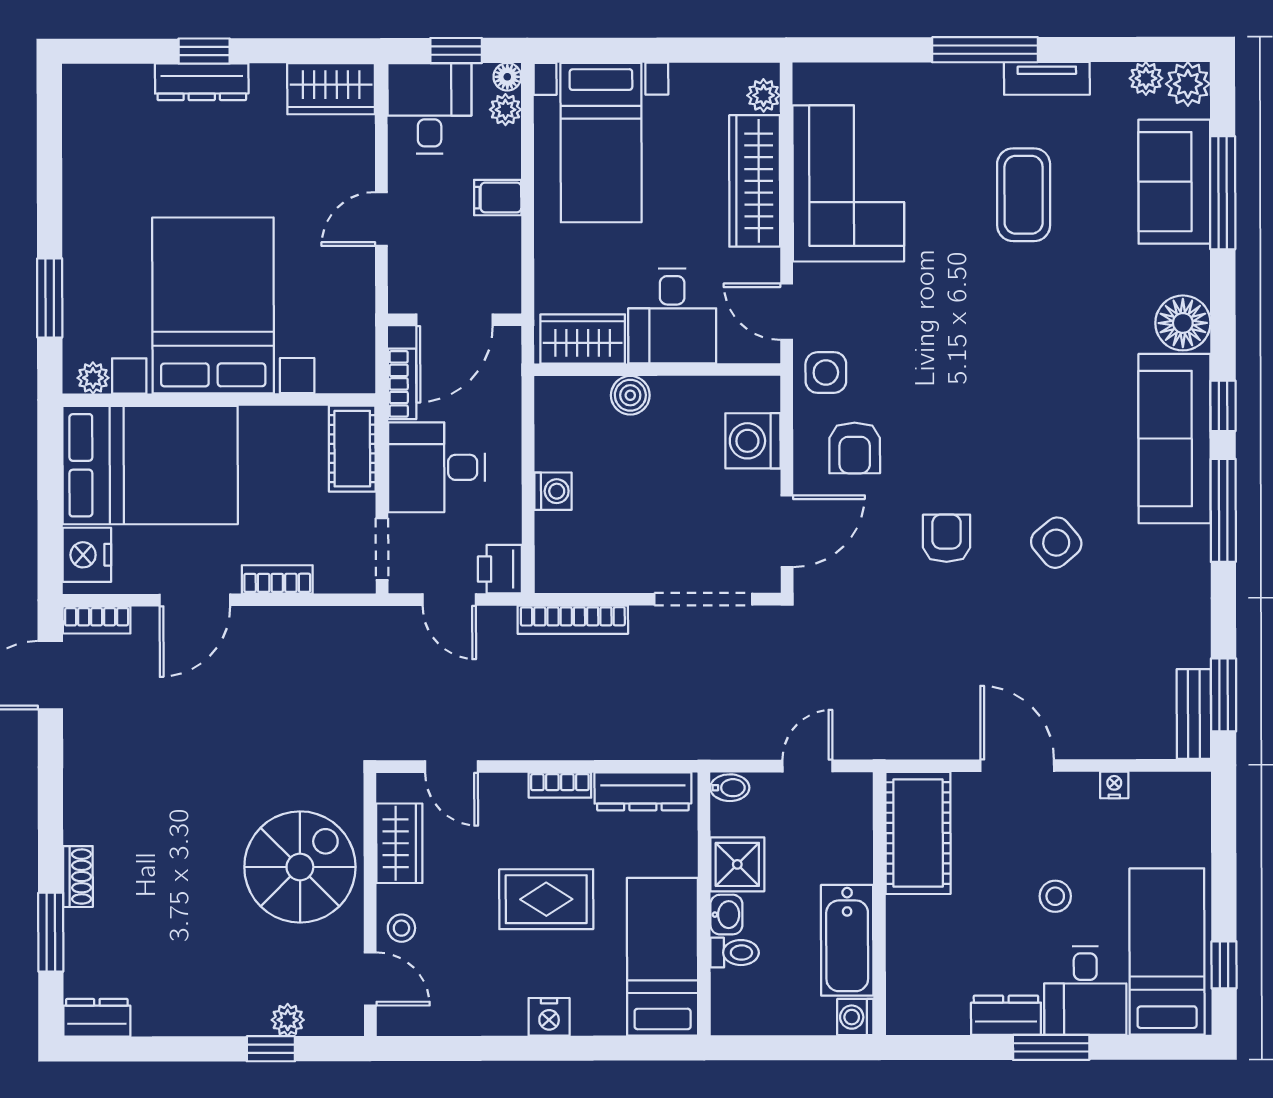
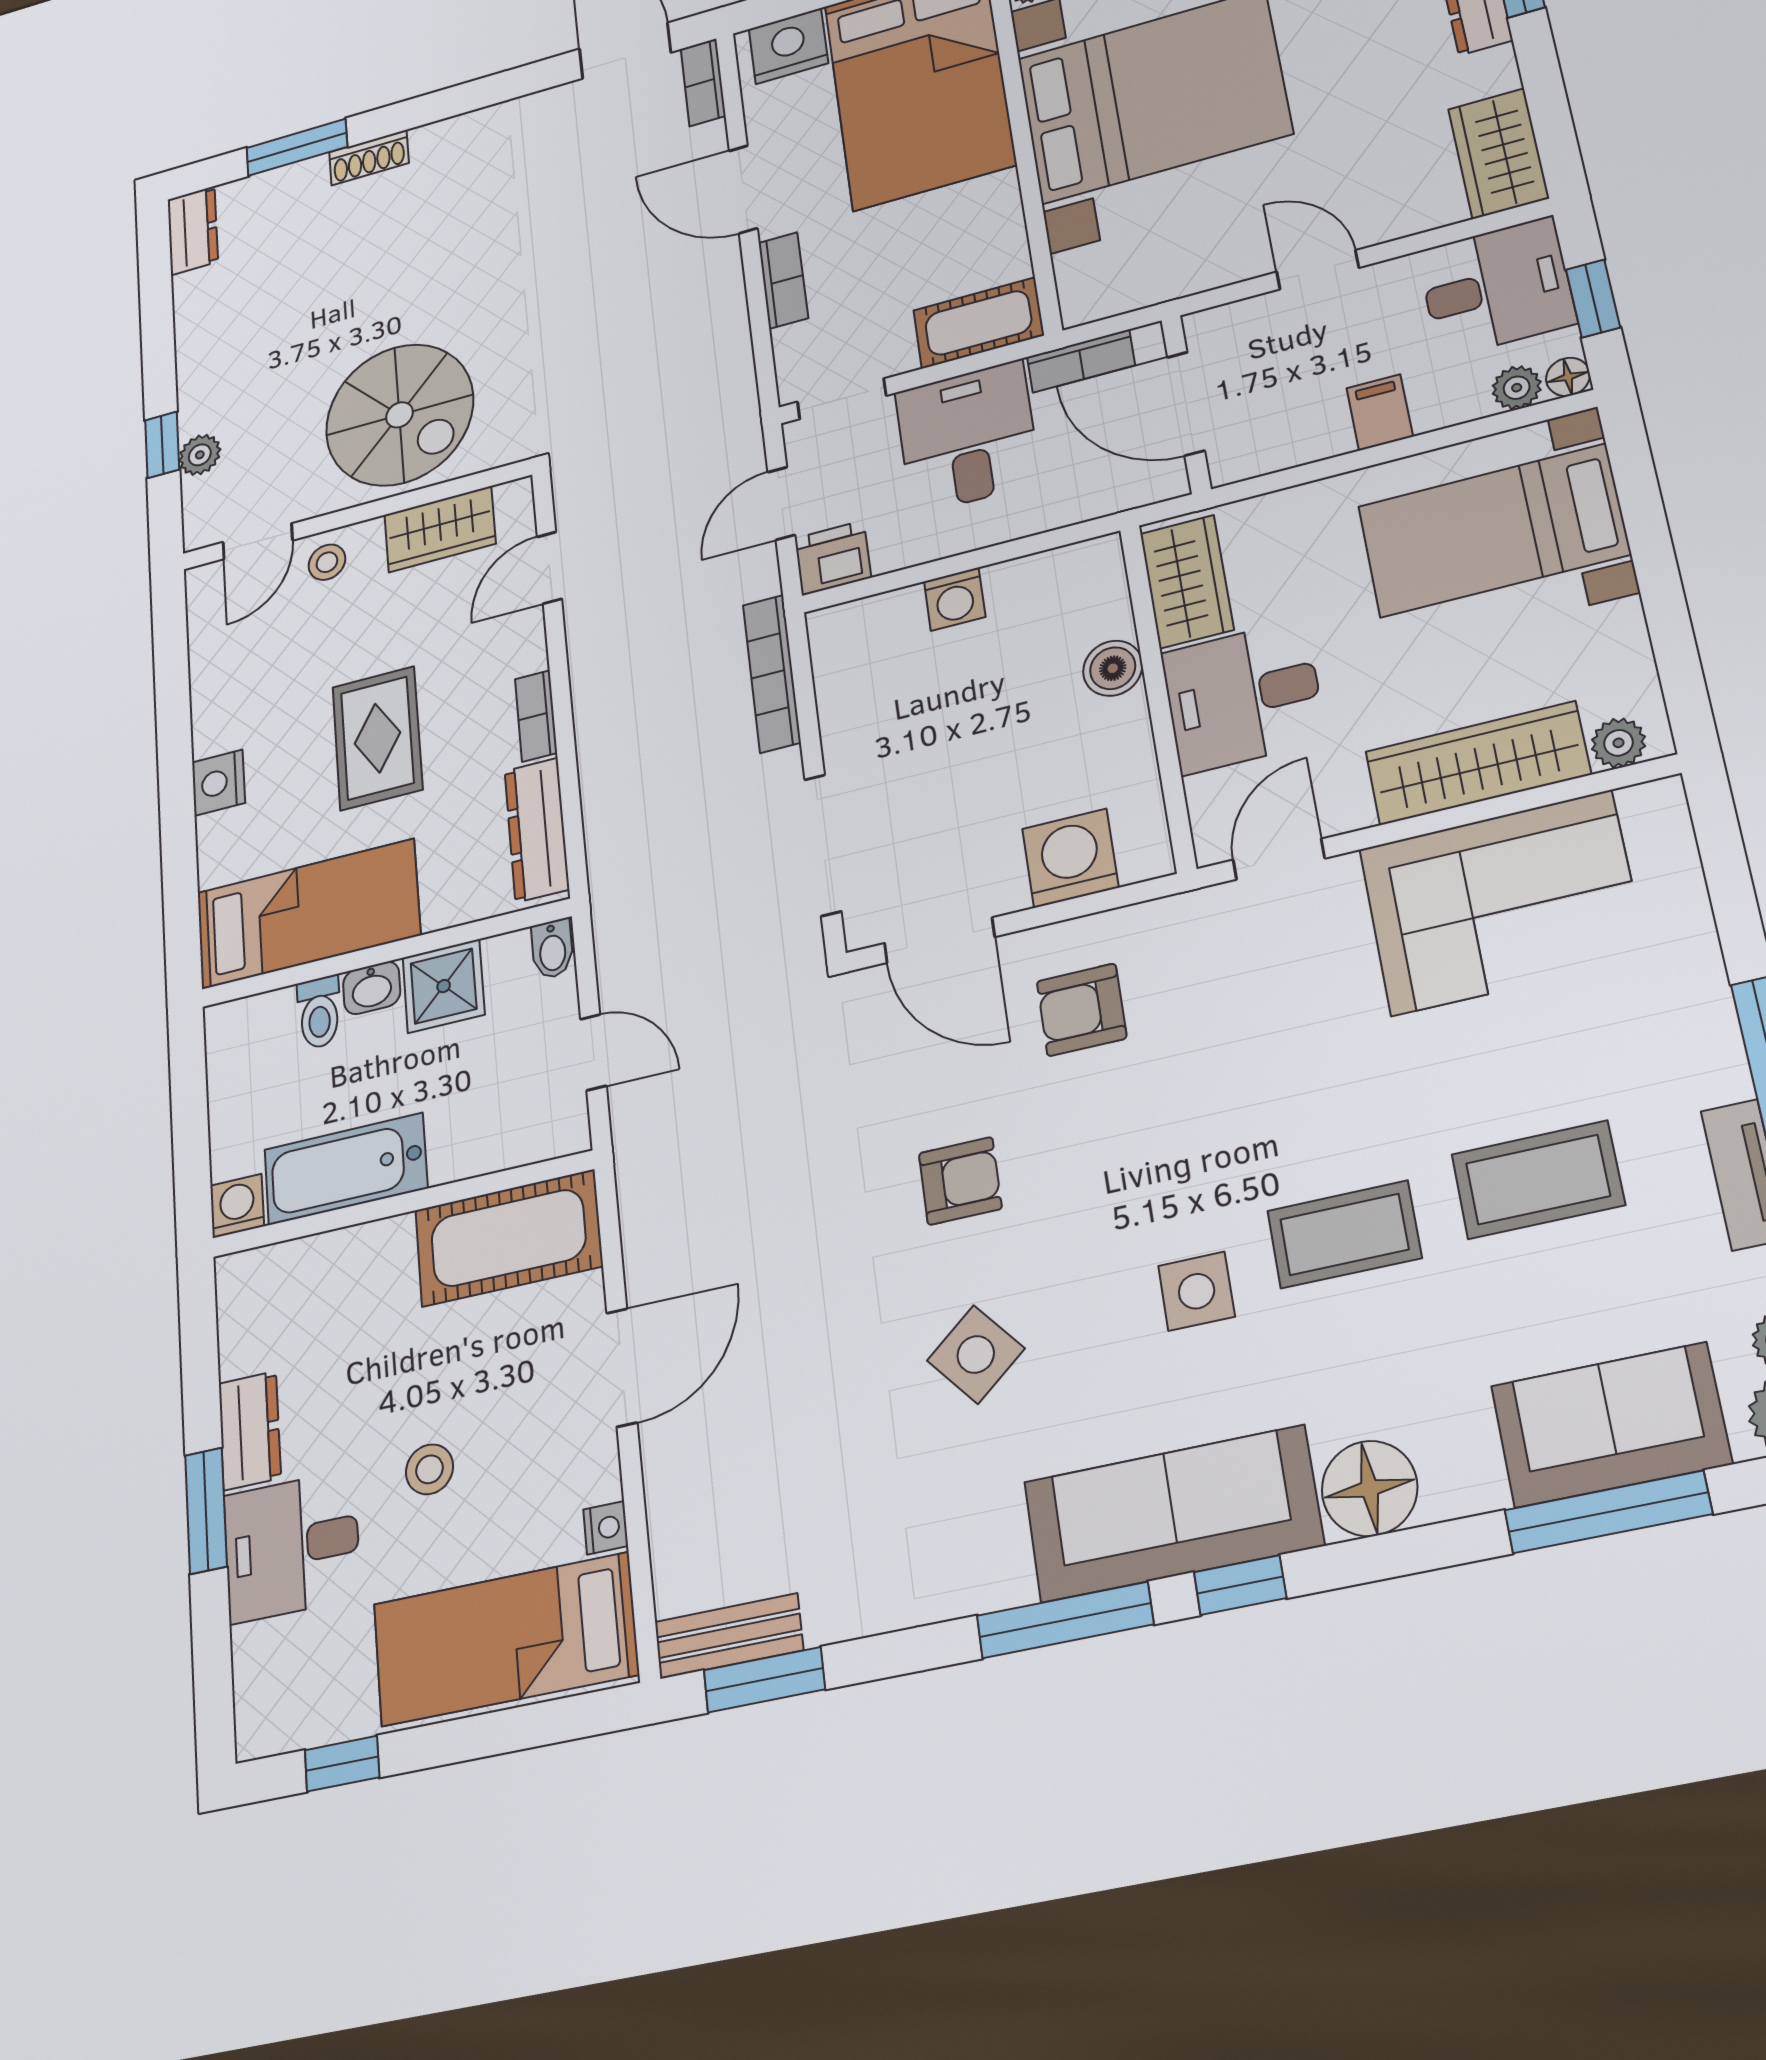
coffee table: (1031, 312) -> (1344, 1234), added
side table: (826, 372) -> (1197, 1291), moved
bed: (1167, 952) -> (505, 1639), moved, turned 180

